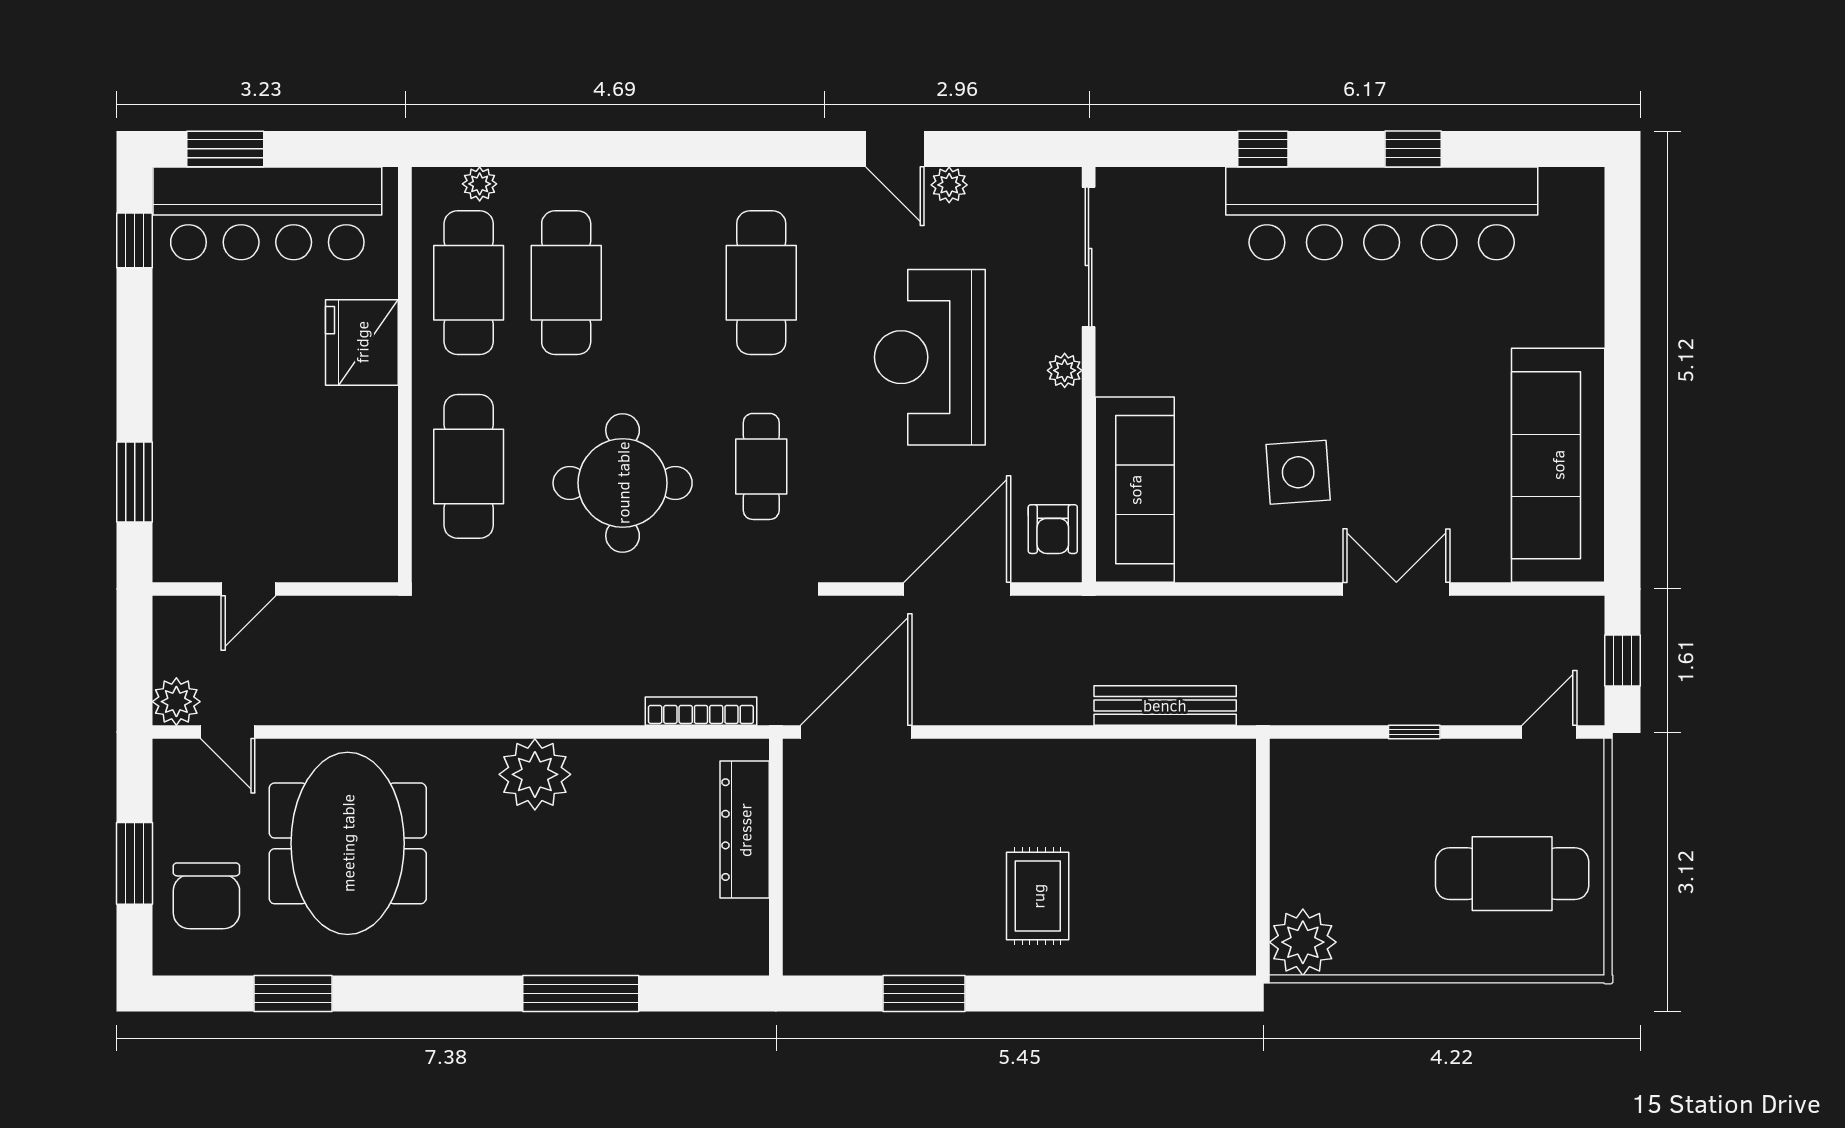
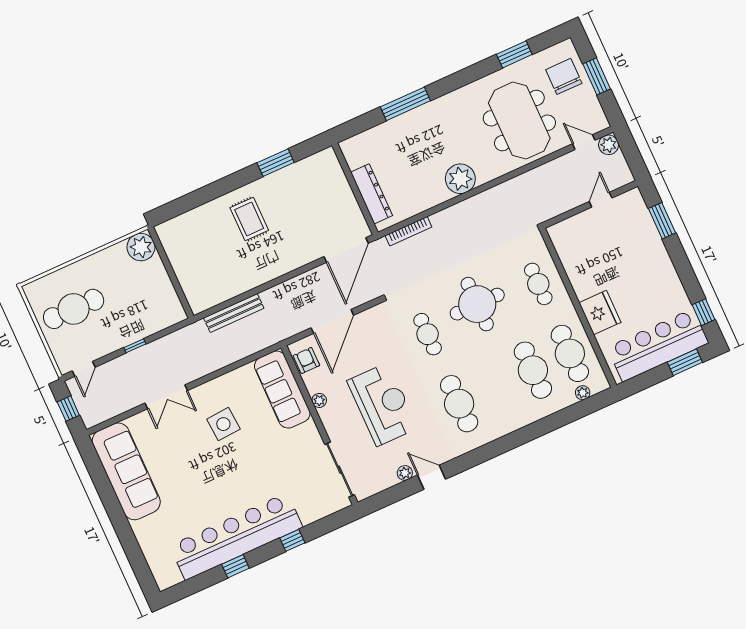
plant: (1065, 370) -> (319, 400), moved
cafe table: (469, 466) -> (538, 284), width x0.73, depth x0.74

